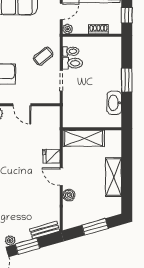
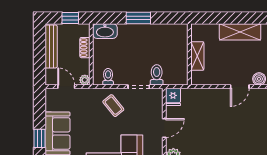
toilet: (72, 63) -> (157, 75), moved
washbasin: (114, 103) -> (105, 31), moved
shelving: (84, 138) -> (197, 56), width x0.67, depth x0.75
fridge: (52, 156) -> (173, 97), moved

